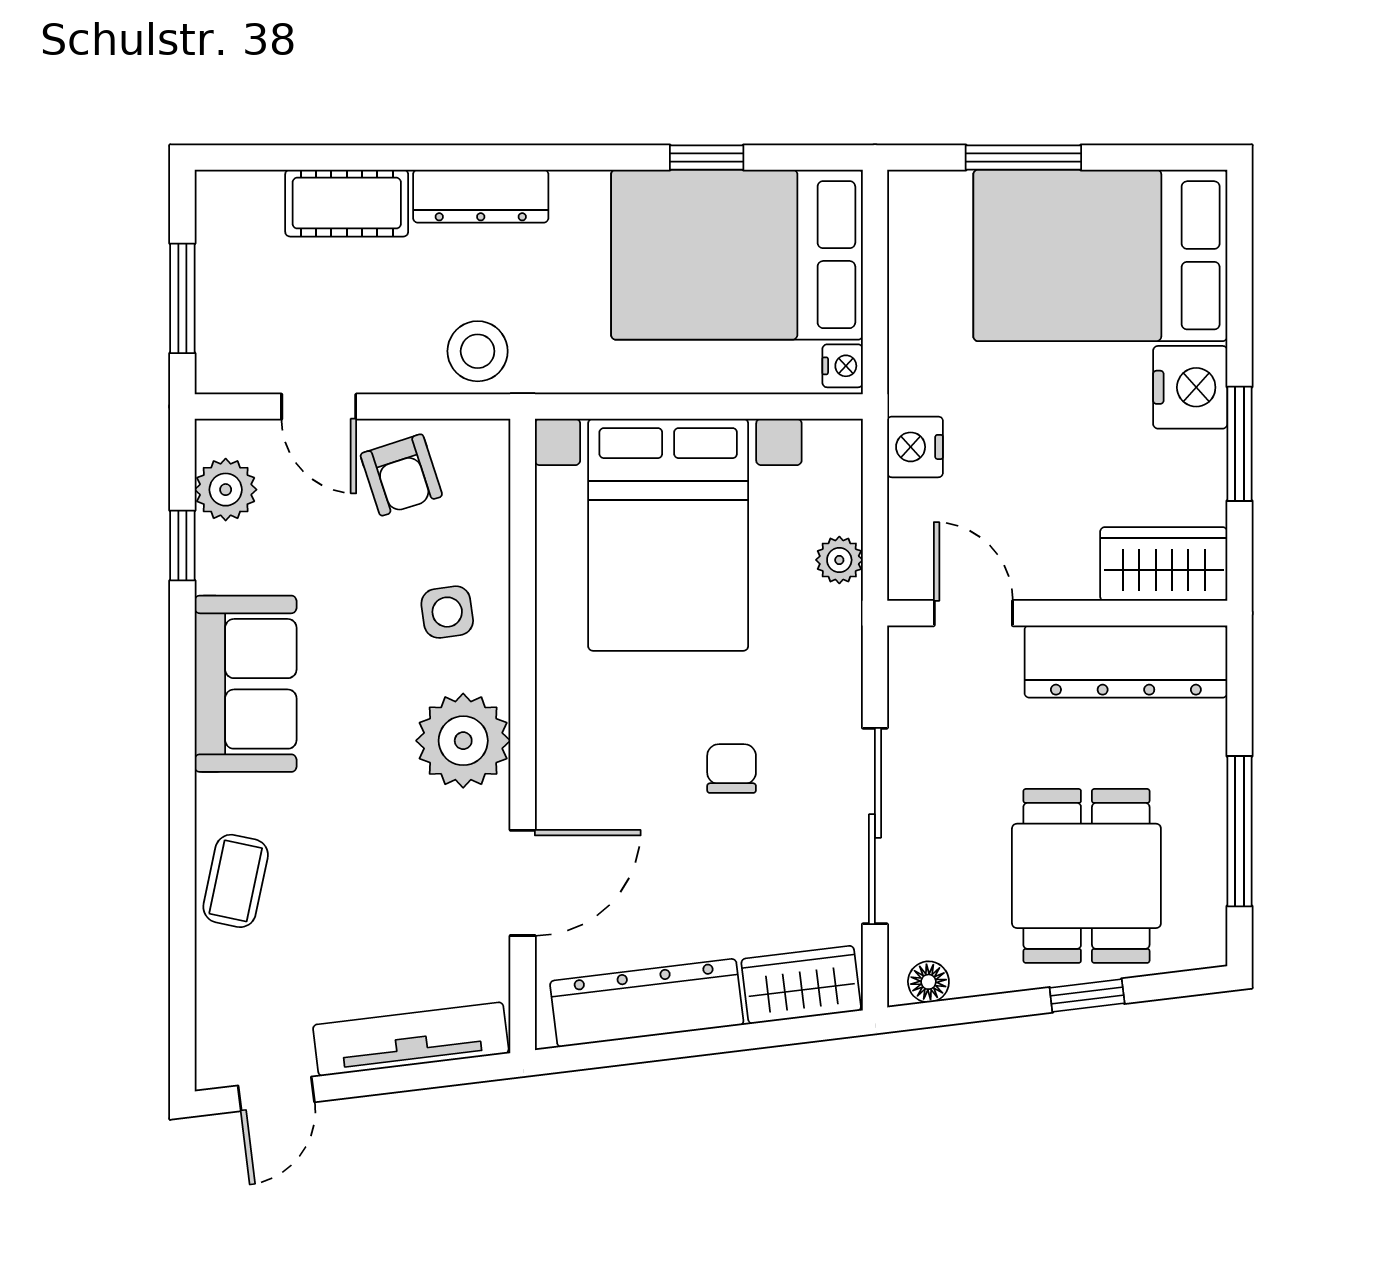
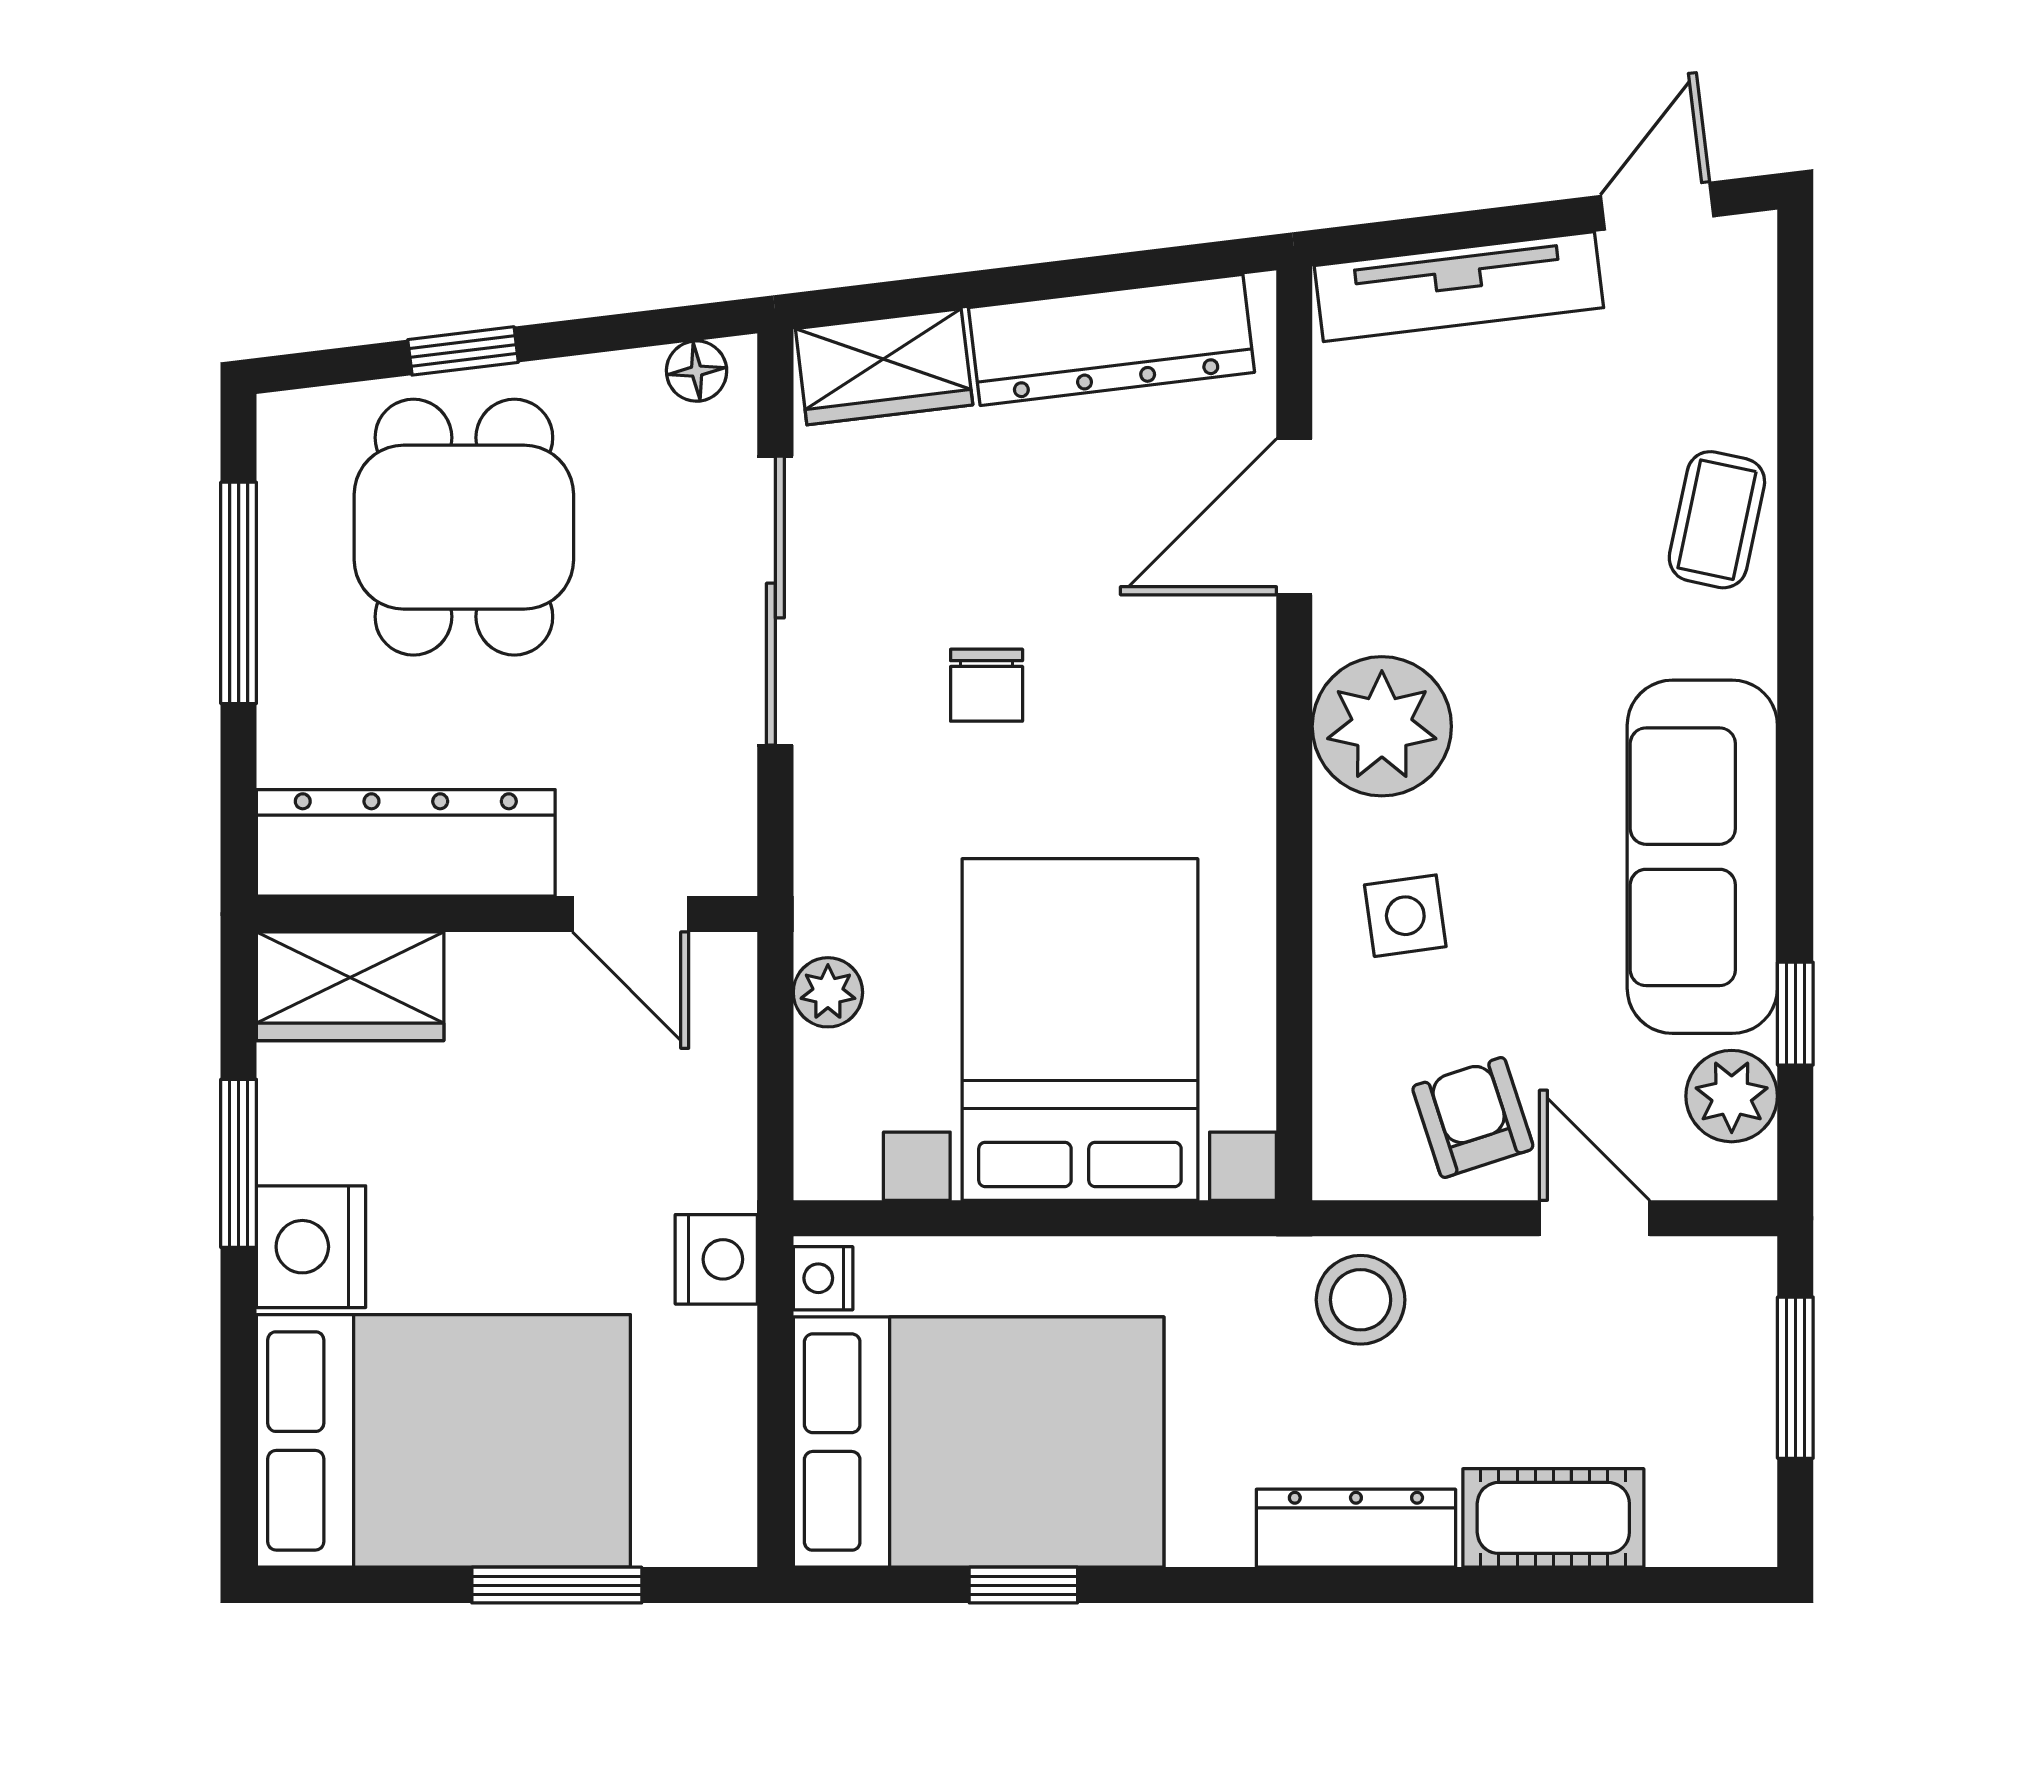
nightstand: (915, 447) -> (716, 1259), moved
sofa: (246, 684) -> (1702, 857), width x1.36

